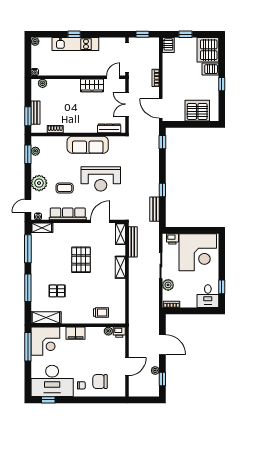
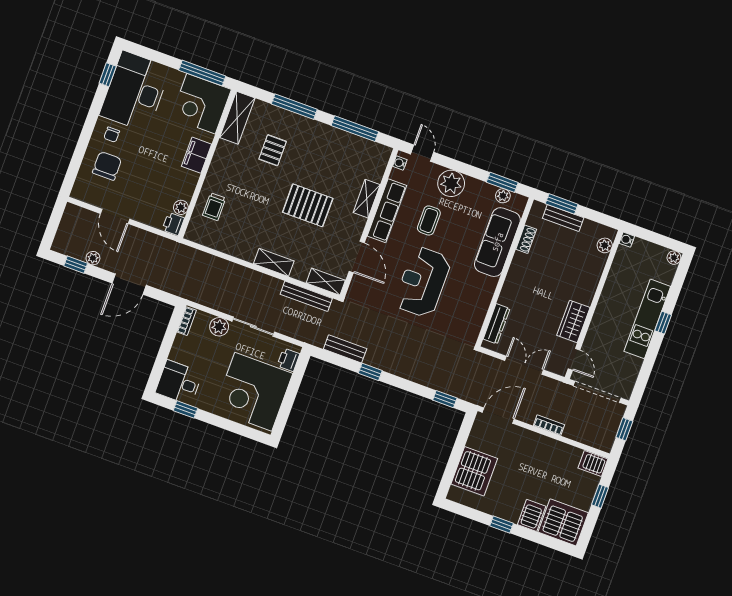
sofa: (88, 145) -> (497, 242), moved
shelving: (42, 228) -> (367, 199), moved

